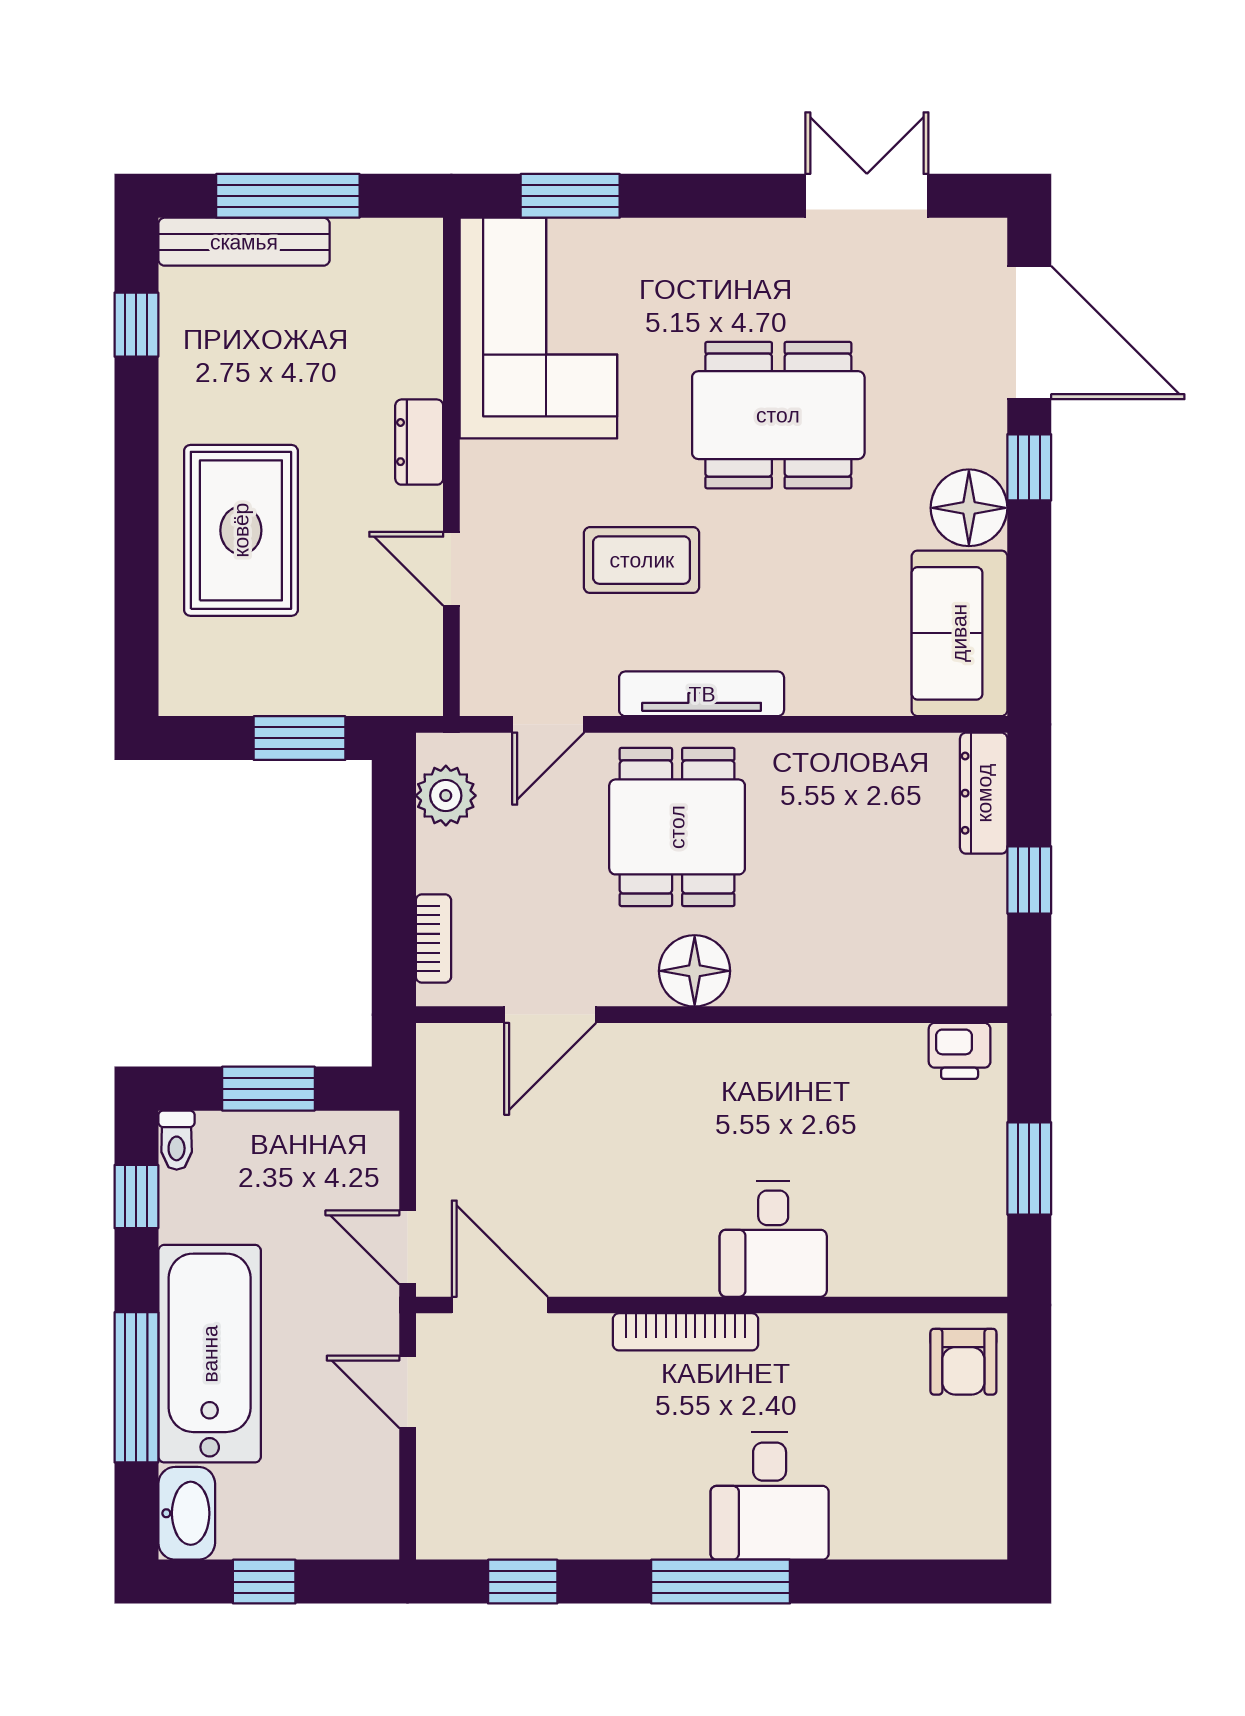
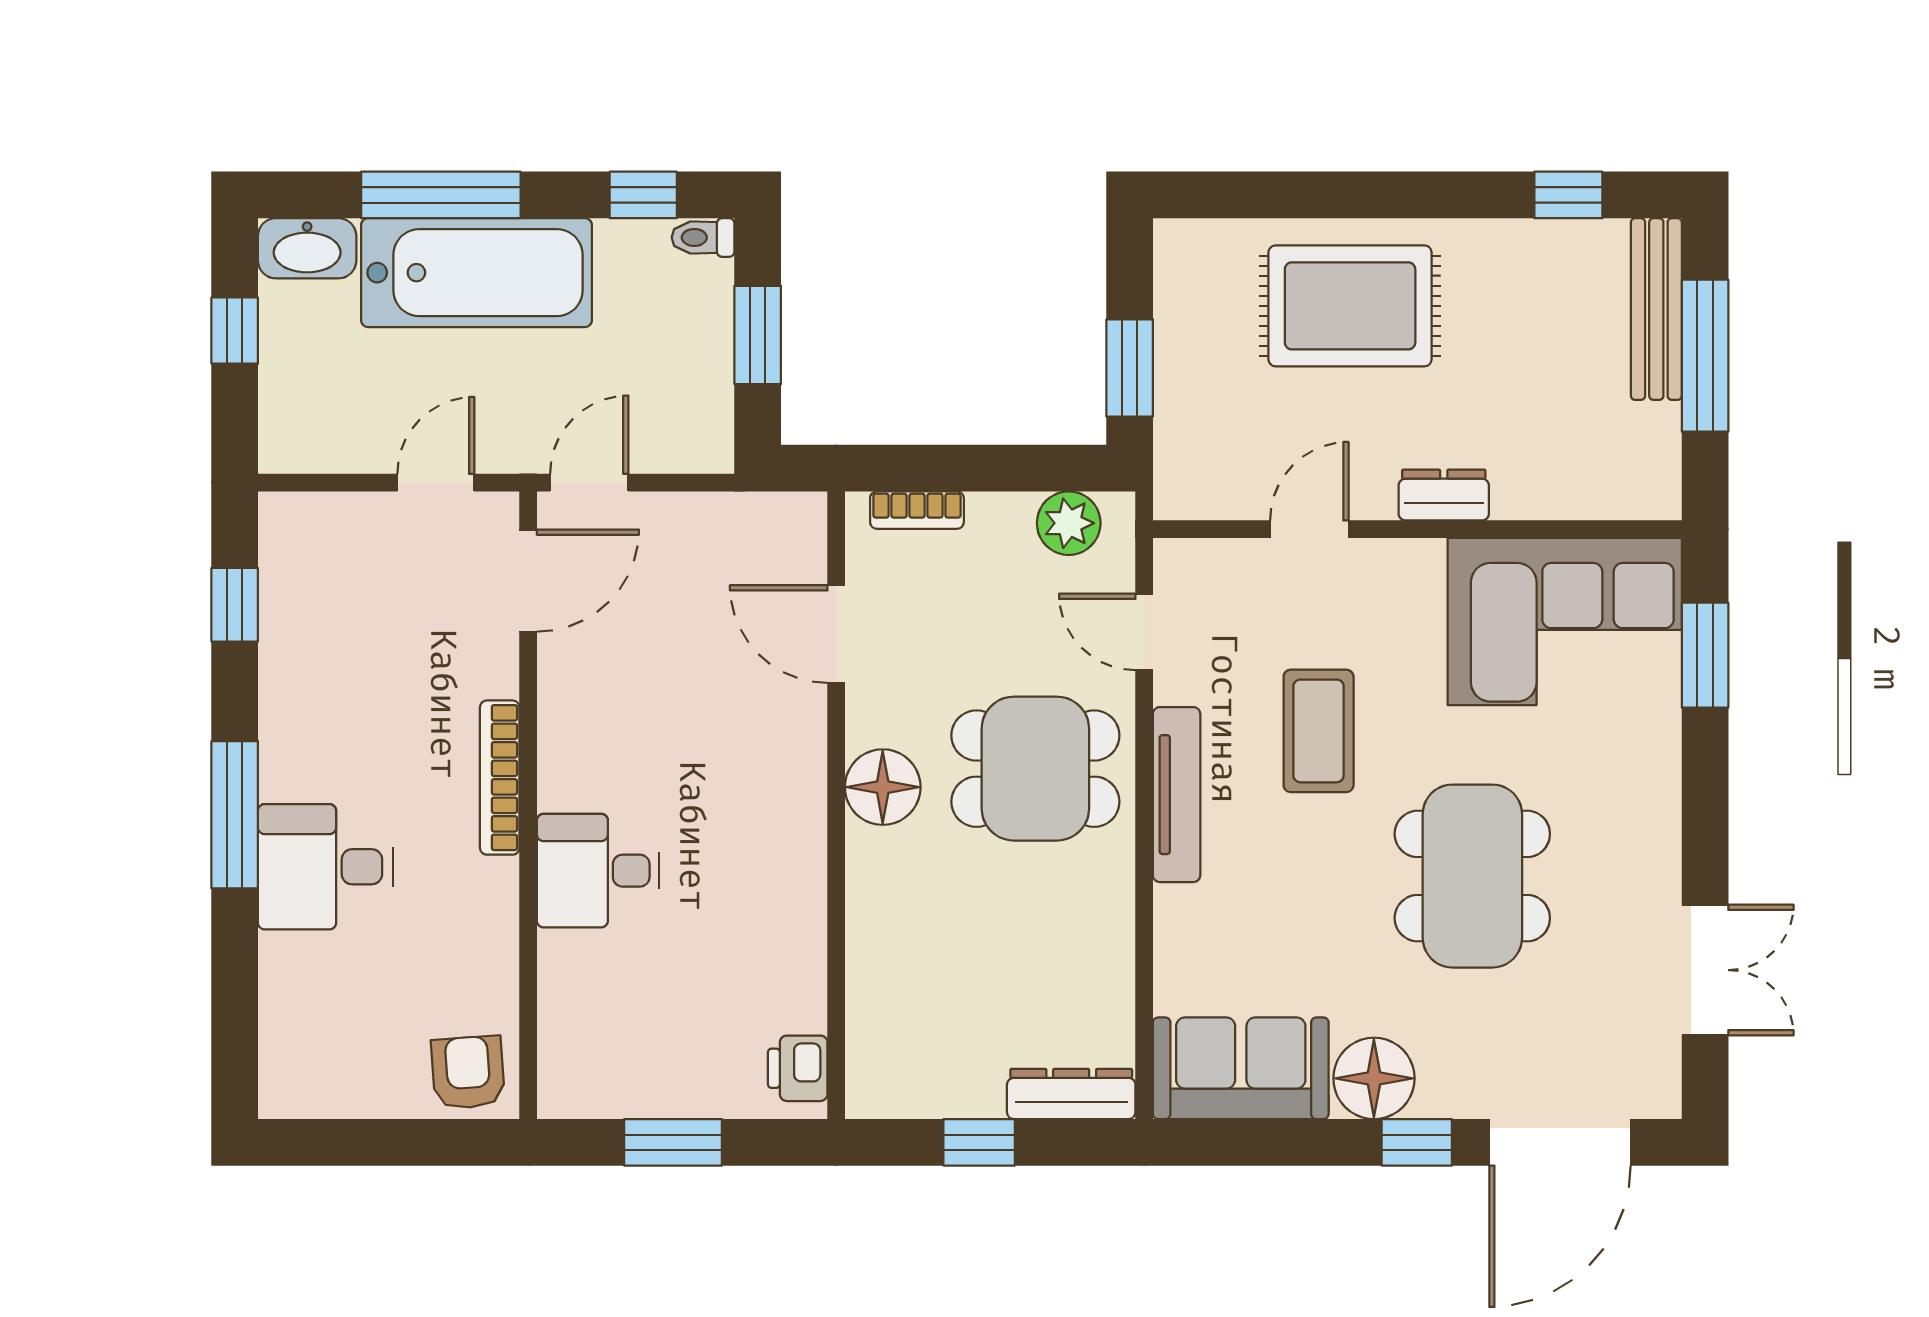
armchair: (963, 1362) -> (468, 1072), turned 86

